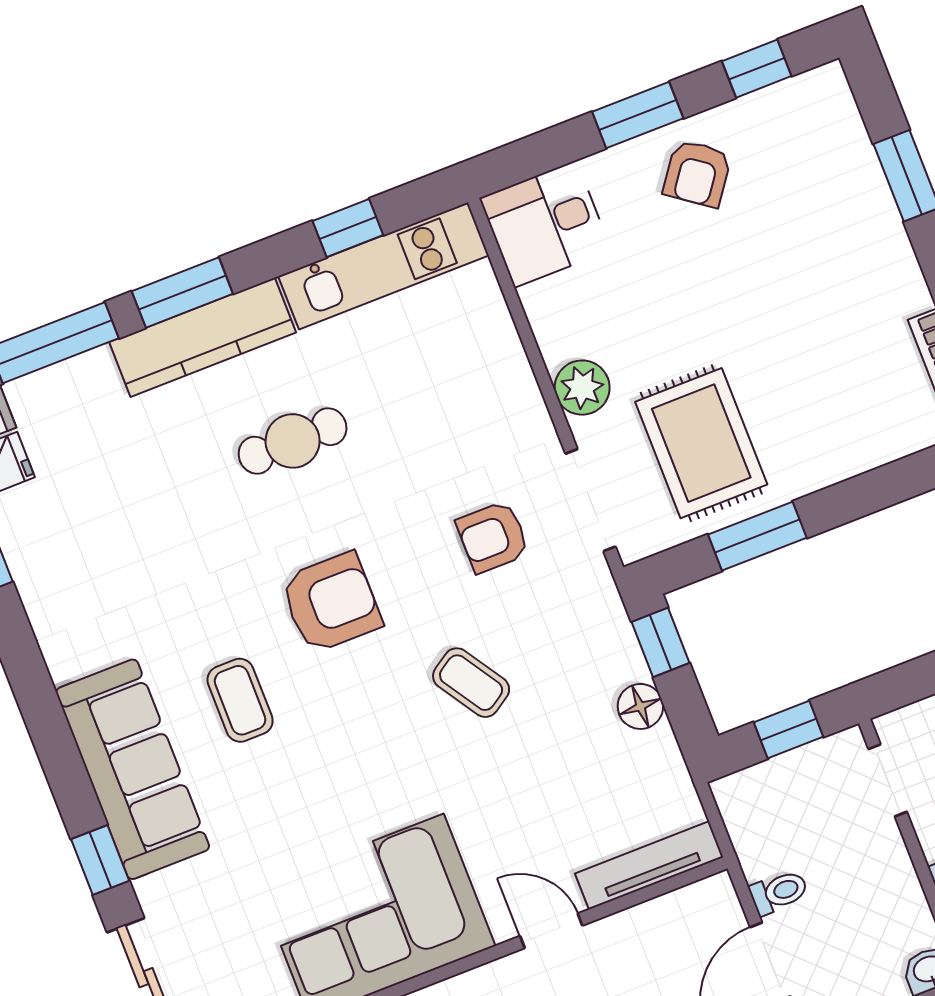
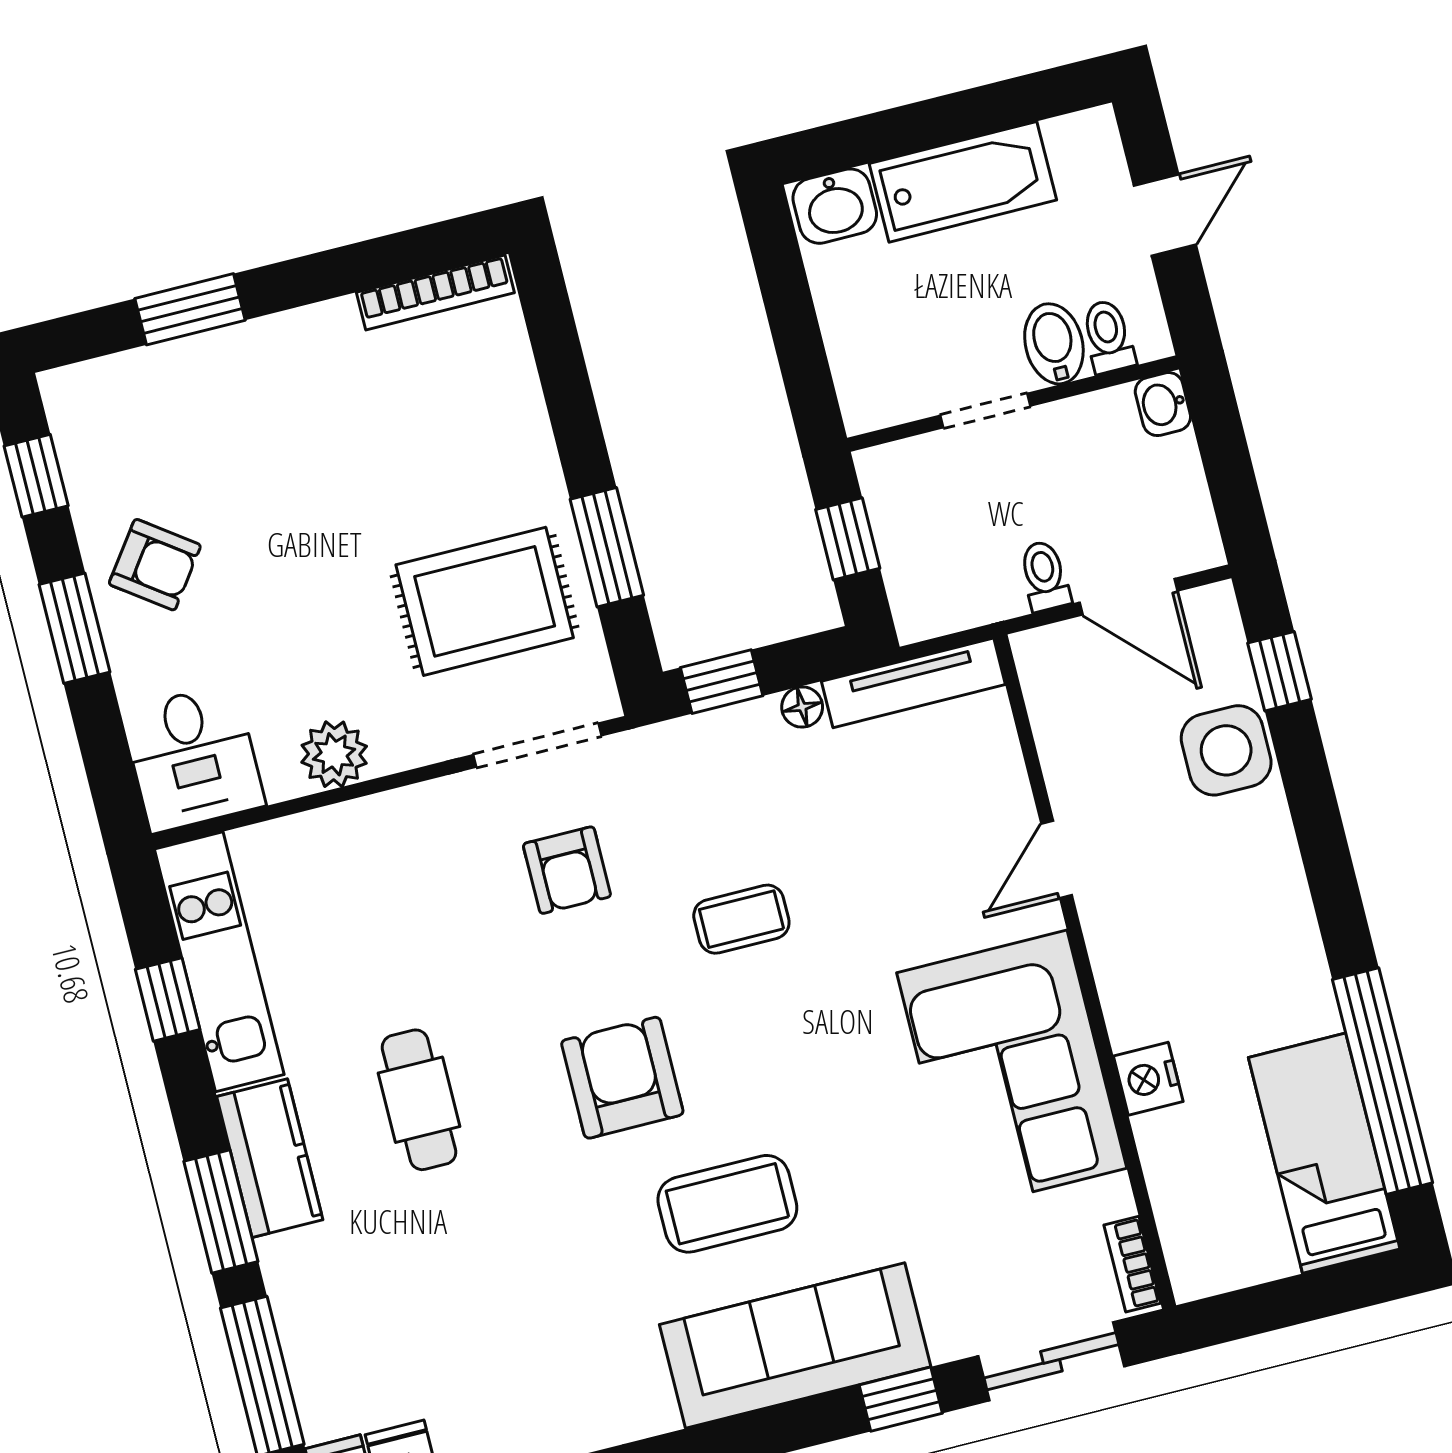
kitchen counter: (203, 337) -> (270, 1158), width x0.67
plant: (582, 388) -> (334, 754), moved
coffee table: (471, 683) -> (741, 919), turned 33
coffee table: (240, 700) -> (727, 1204), width x1.36, depth x1.30
floor lamp: (640, 706) -> (802, 707), width x0.73, depth x0.73
doorway: (888, 780) -> (985, 411), moved
tv unit: (649, 865) -> (913, 683), moved, turned -90

